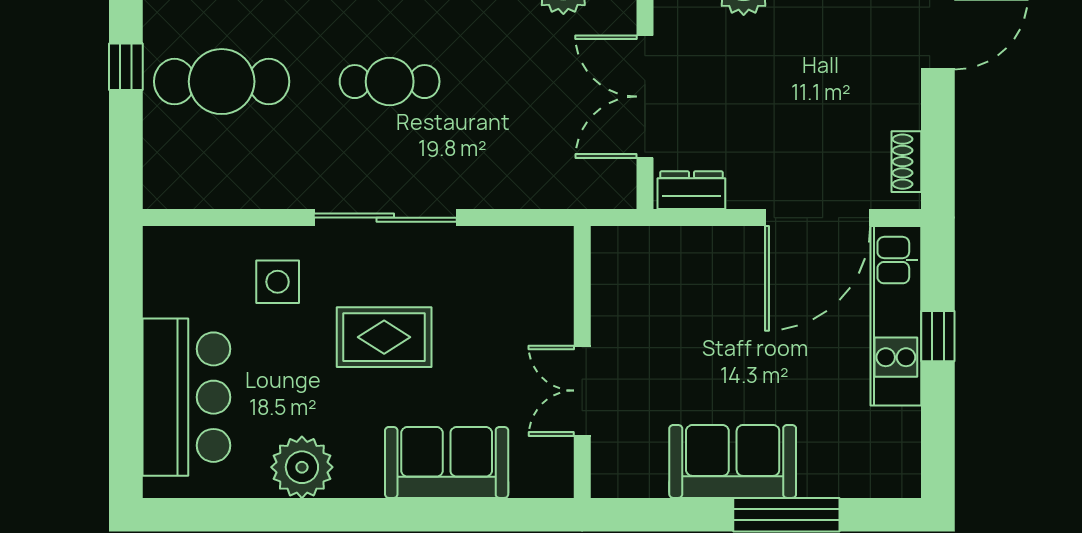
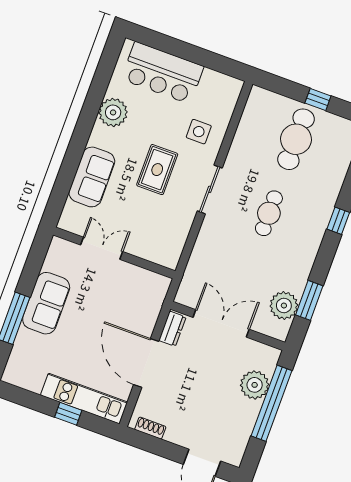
sliding door: (385, 218) -> (210, 189), width x0.73
door: (818, 218) -> (146, 363), moved

